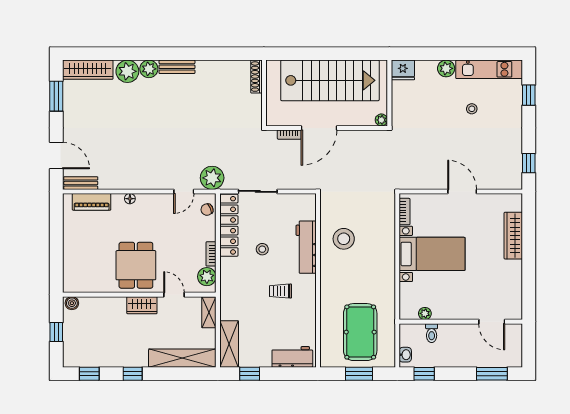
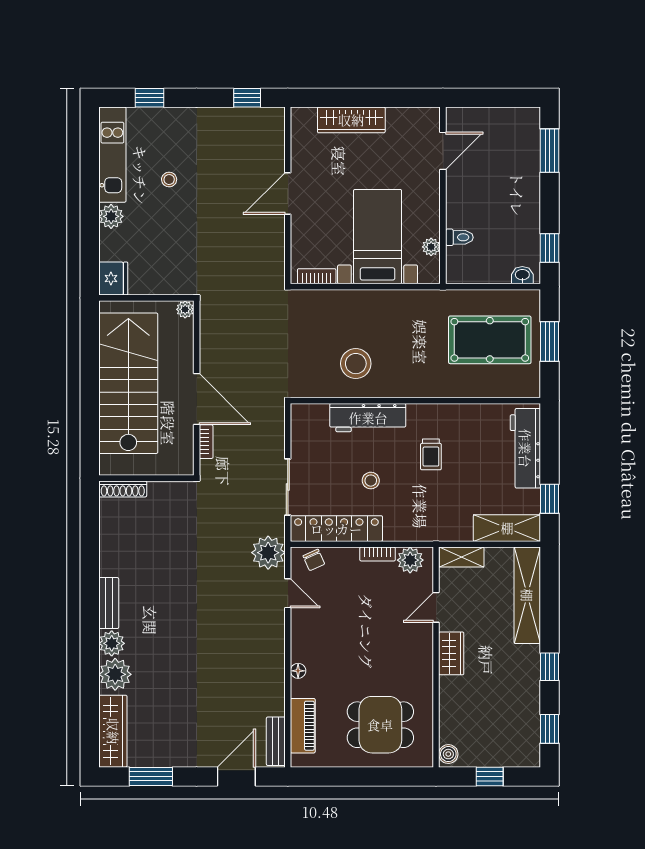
dining table: (136, 265) -> (380, 725), moved
plant: (425, 313) -> (431, 247), moved
wall: (461, 322) -> (443, 195), moved
door: (492, 322) -> (443, 151), moved
toilet: (432, 333) -> (459, 237), moved
workbench: (292, 357) -> (525, 448), width x1.38

